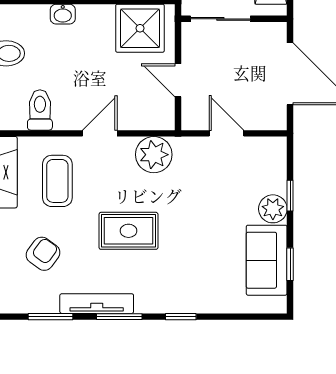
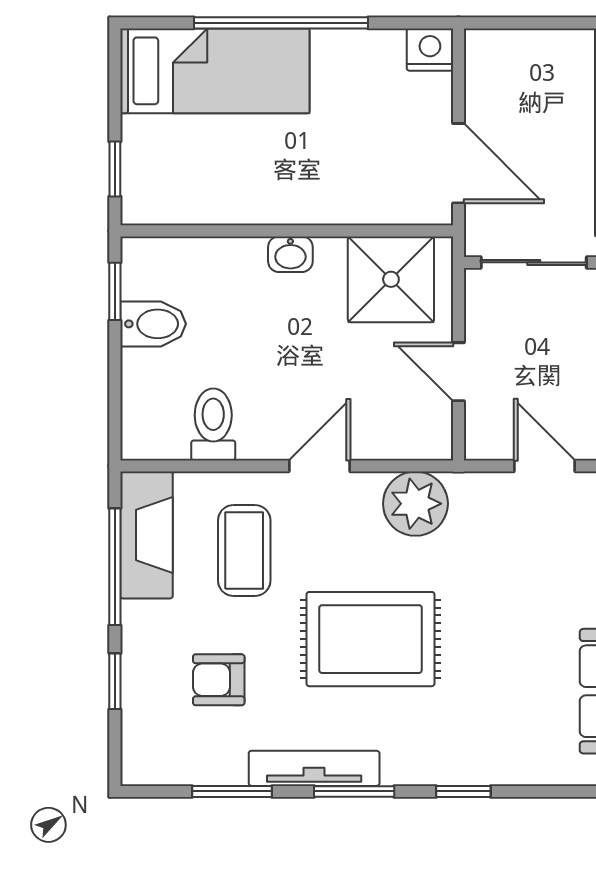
washbasin: (63, 14) -> (290, 254), moved
rug: (128, 231) -> (371, 639), width x1.36, depth x1.43
armchair: (43, 254) -> (219, 680), turned -126

